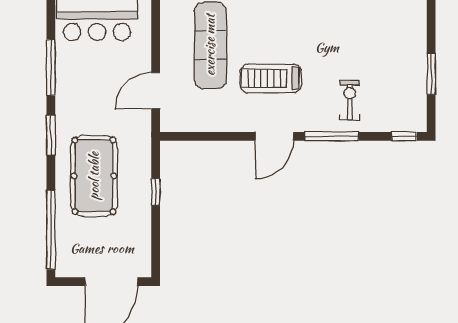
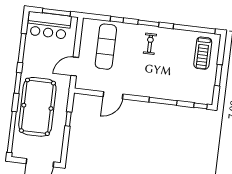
treadmill: (271, 78) -> (203, 53), moved, turned -90
exercise bike: (350, 100) -> (150, 44), moved
door: (274, 136) -> (113, 95), moved
pool table: (94, 176) -> (37, 107), width x1.36, depth x1.32

